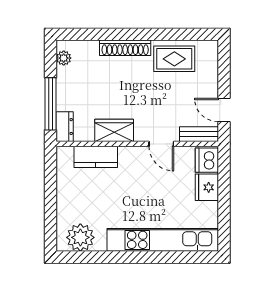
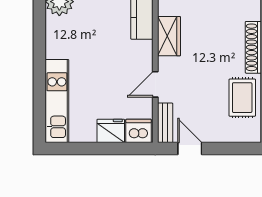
door: (224, 110) -> (190, 148), hinge flipped
kitchen unit: (163, 240) -> (57, 101), width x0.73

